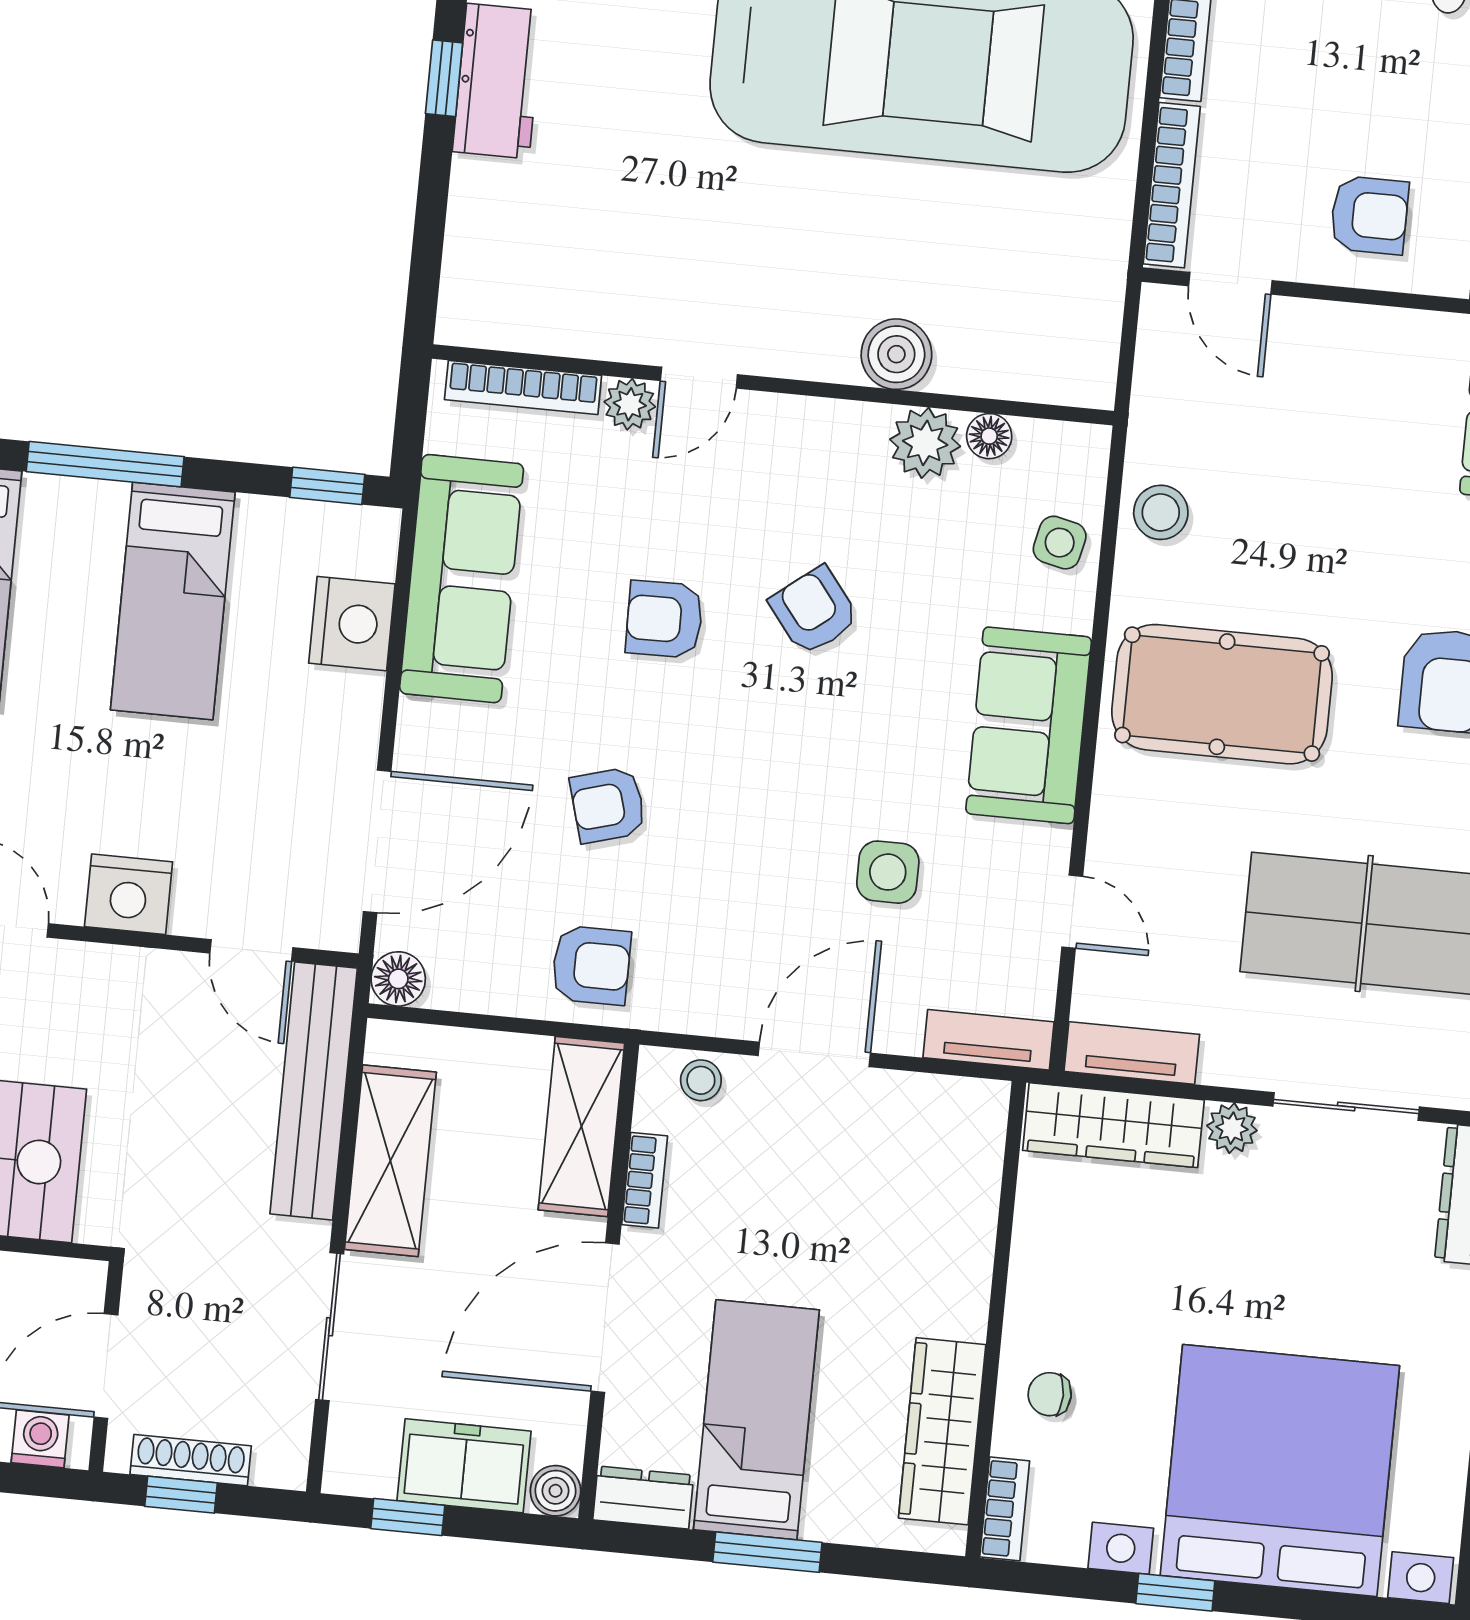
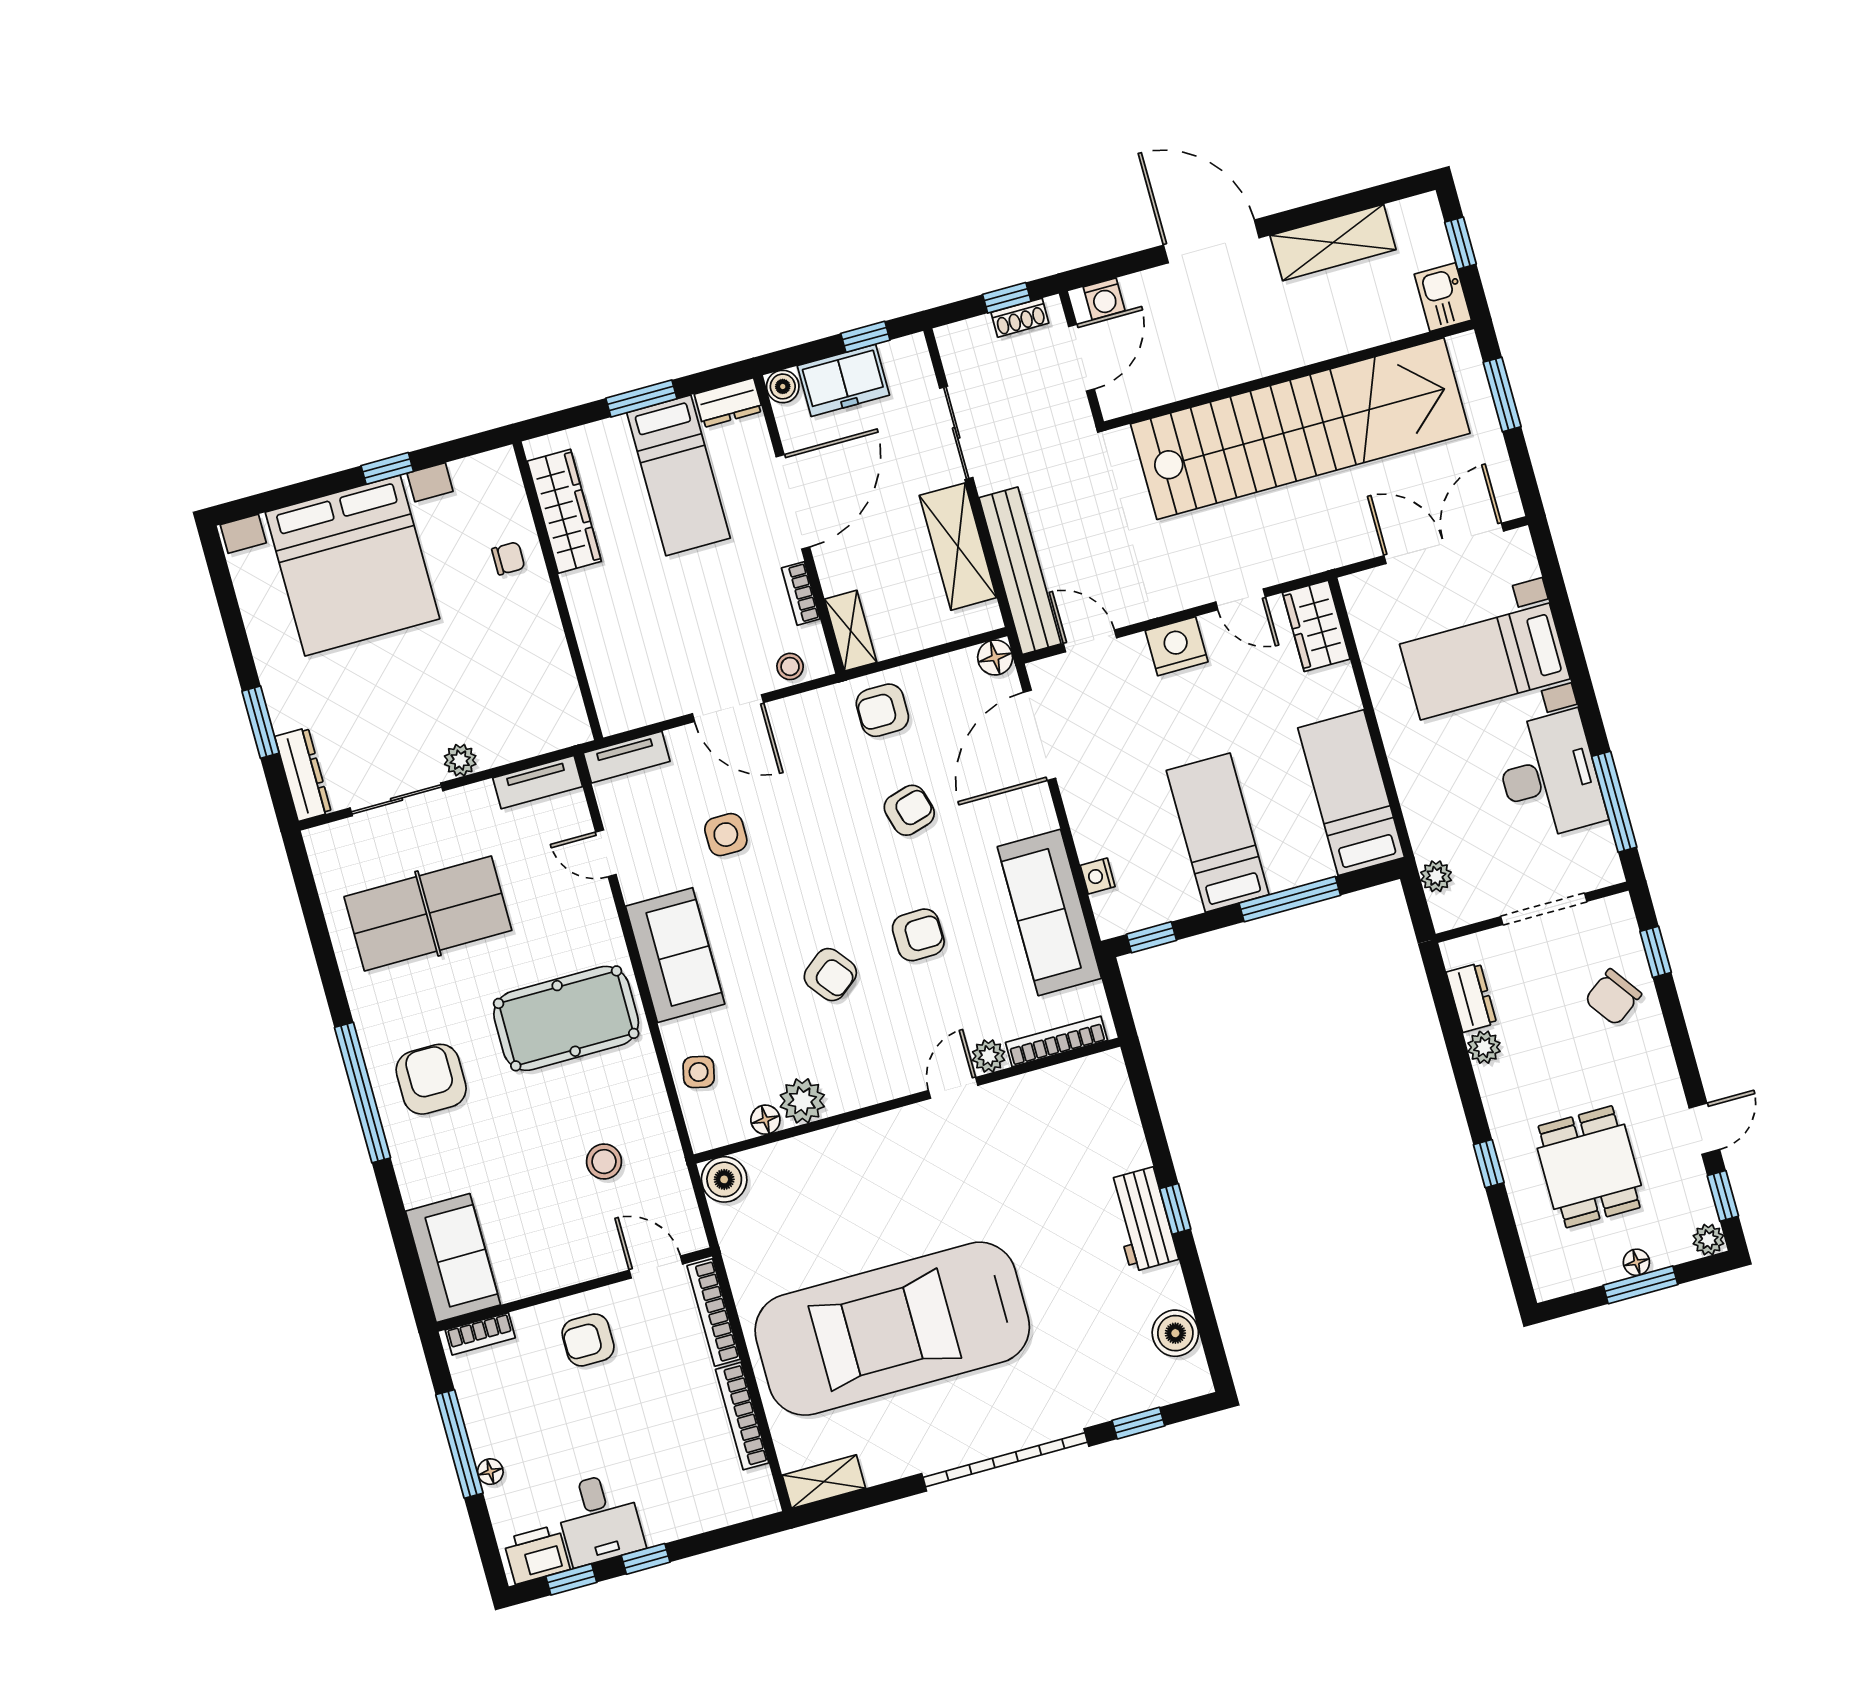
boiler: (896, 354) -> (724, 1179), moved
stool: (1161, 512) -> (604, 1162), moved
nightstand: (352, 624) -> (1098, 876), width x0.53, depth x0.56
door: (814, 1054) -> (728, 708), hinge flipped
wardrobe: (1113, 1125) -> (532, 735), removed
shelving: (581, 1127) -> (851, 631), width x0.67, depth x0.75
shoe rack: (191, 1460) -> (1020, 318), width x0.70
bookcase: (1005, 1509) -> (509, 479), removed

